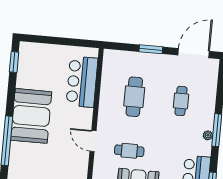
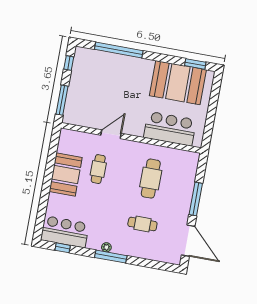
window: (151, 49) -> (196, 199), width x1.44
cafe table: (134, 97) -> (151, 179), turned 90
booth: (31, 116) -> (178, 83), moved

